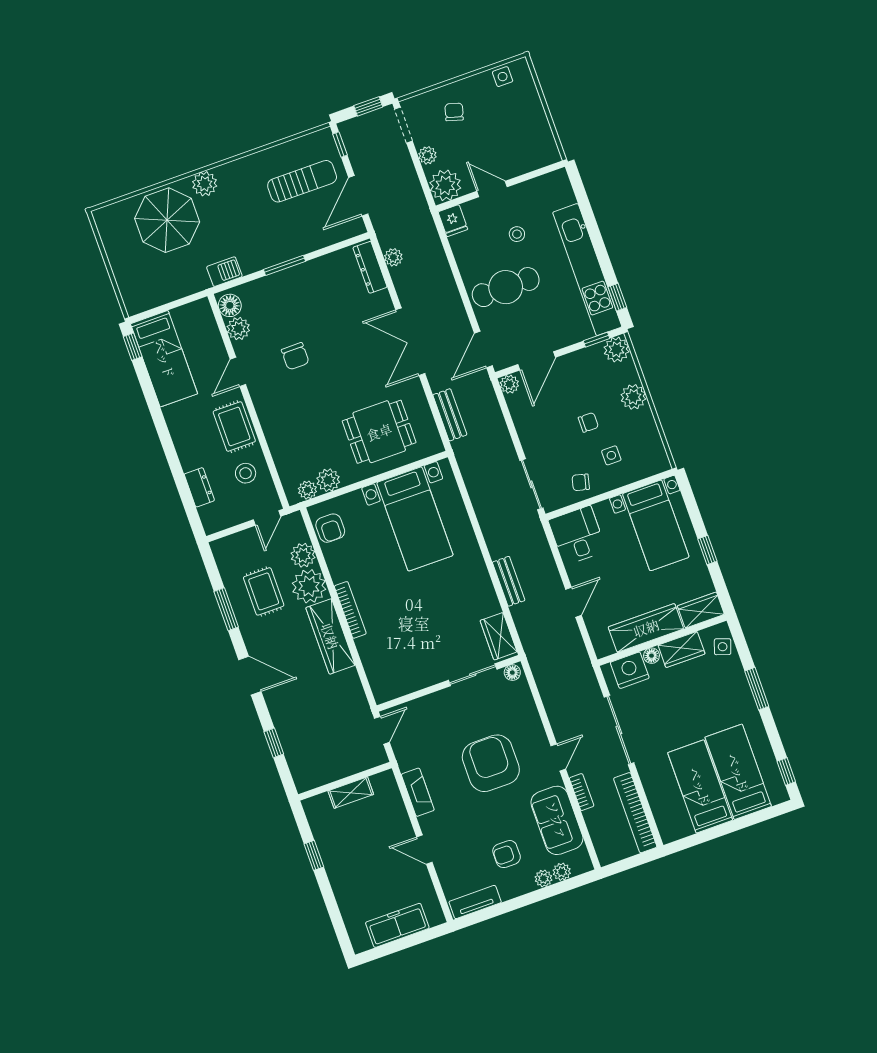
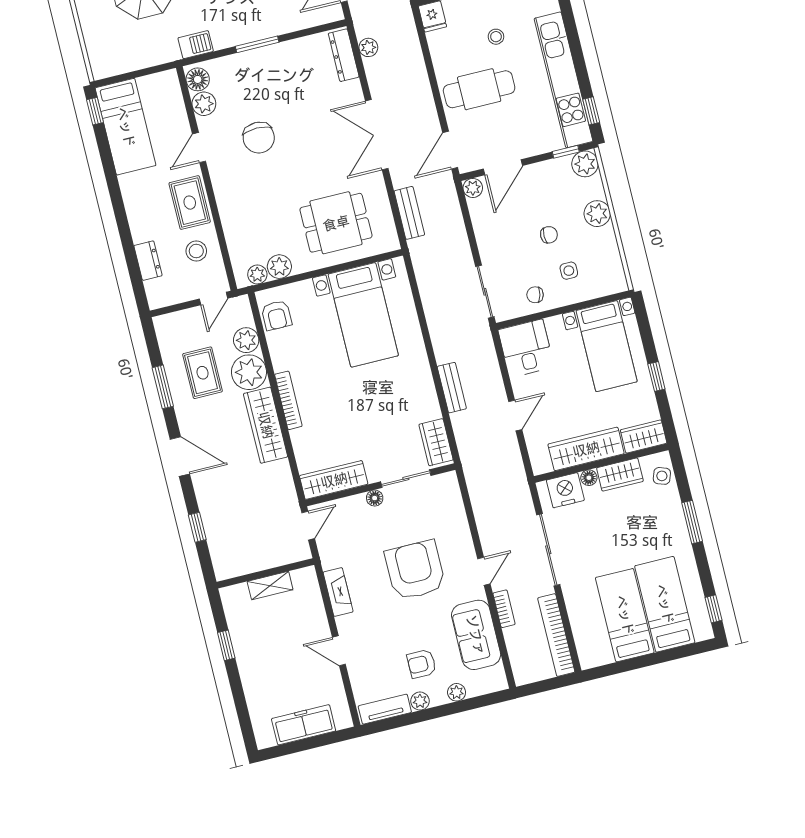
chair: (295, 356) -> (259, 138), width x1.37, depth x1.37
floor lamp: (512, 673) -> (375, 498), moved
wardrobe: (402, 683) -> (334, 480), added
plant: (562, 872) -> (420, 701), moved

